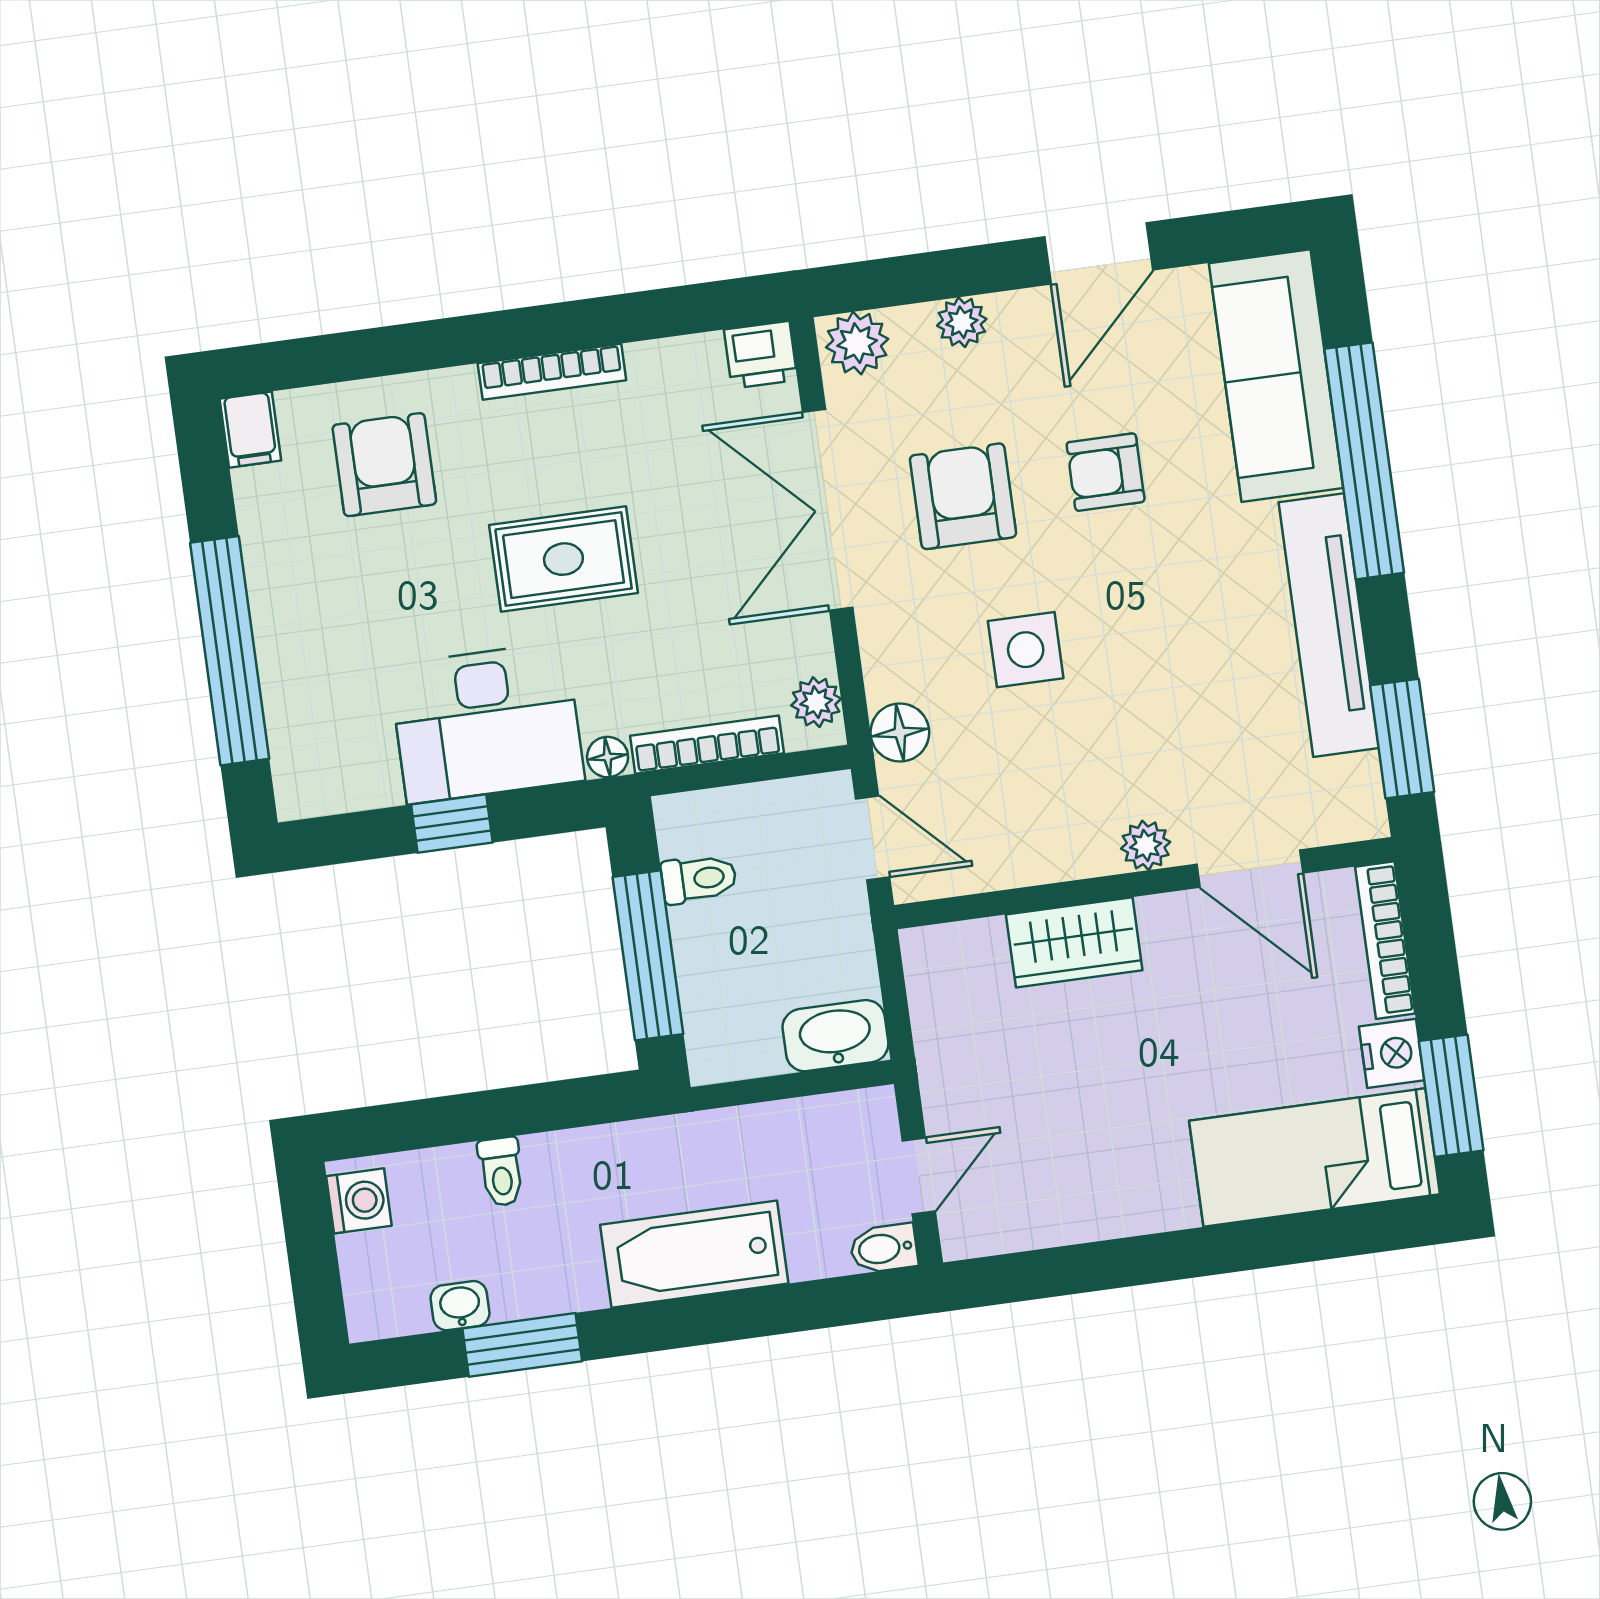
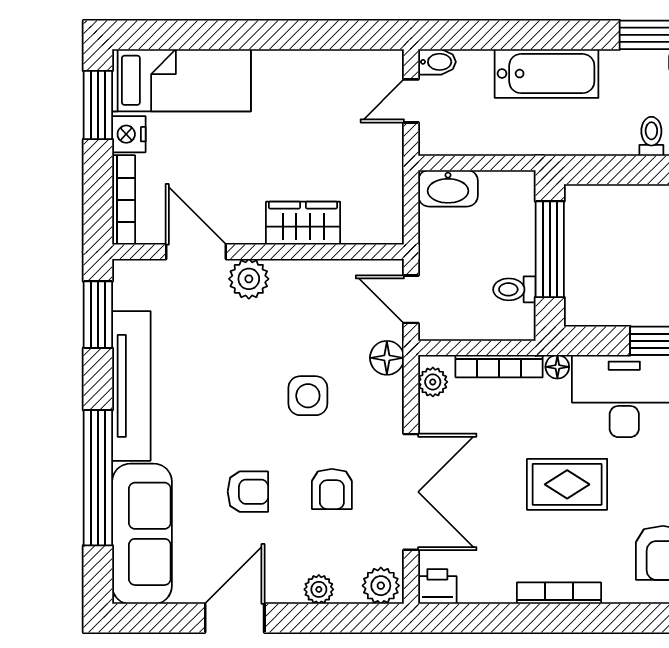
armchair: (963, 496) -> (332, 489), width x0.72, depth x0.72
plant: (1146, 845) -> (249, 279), width x1.38, depth x1.38

